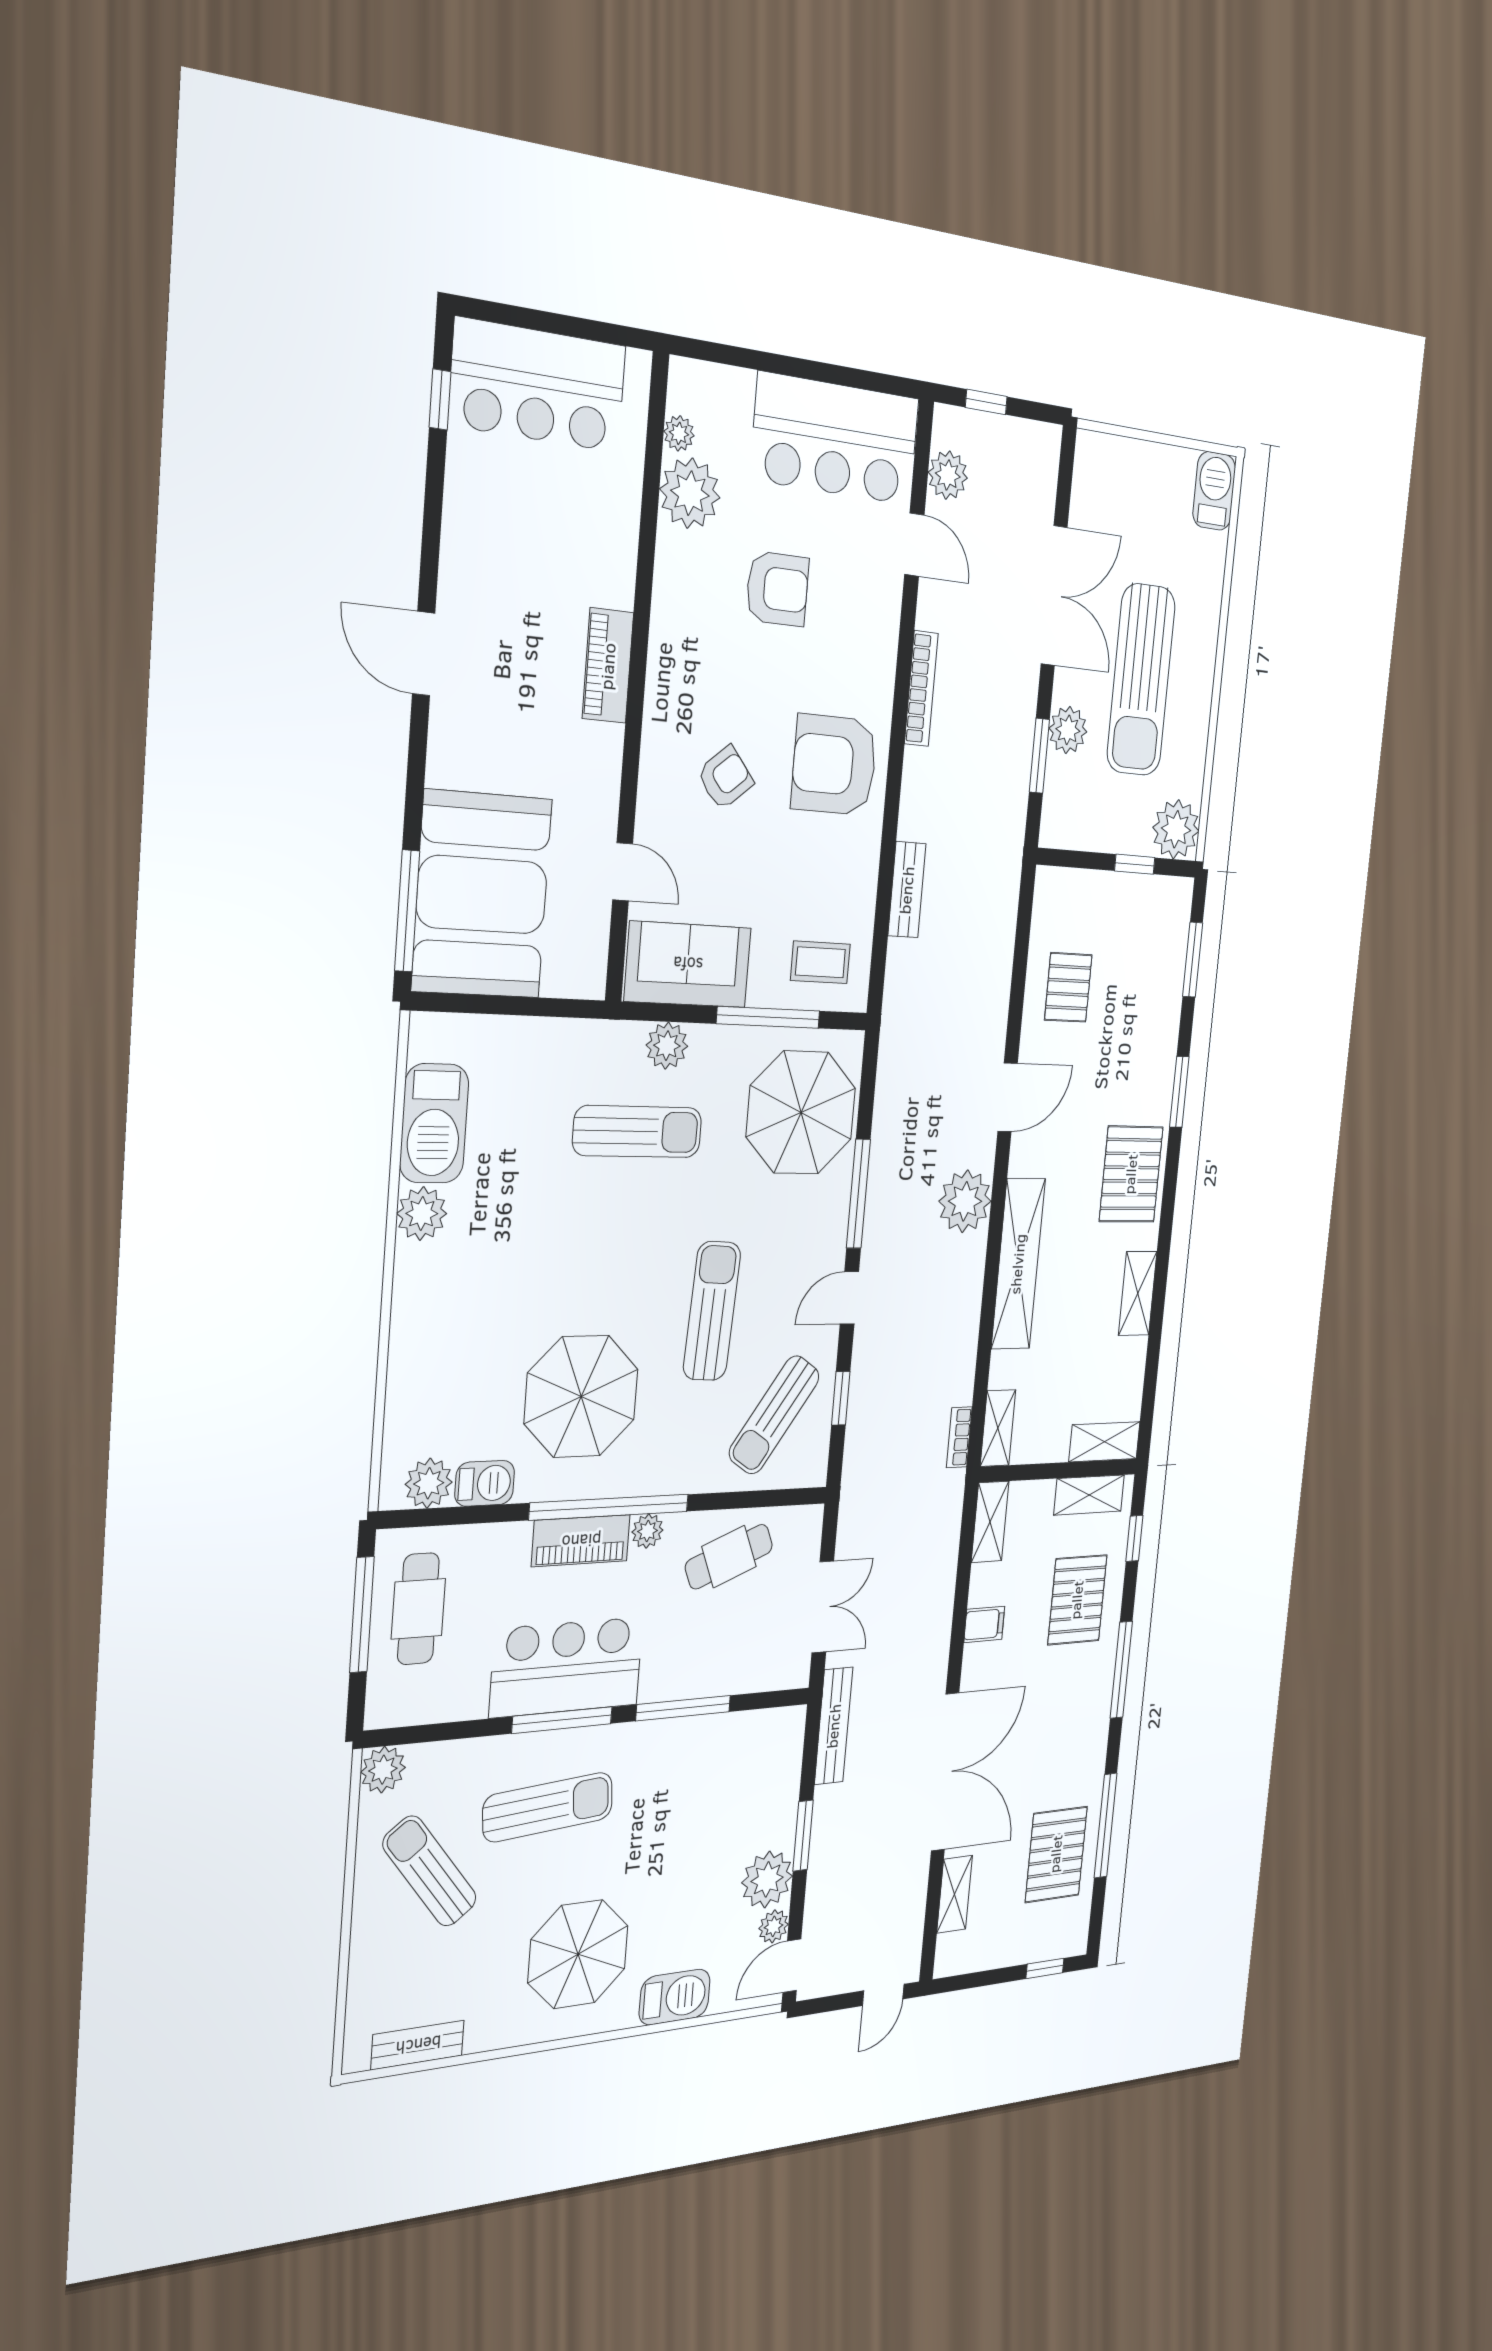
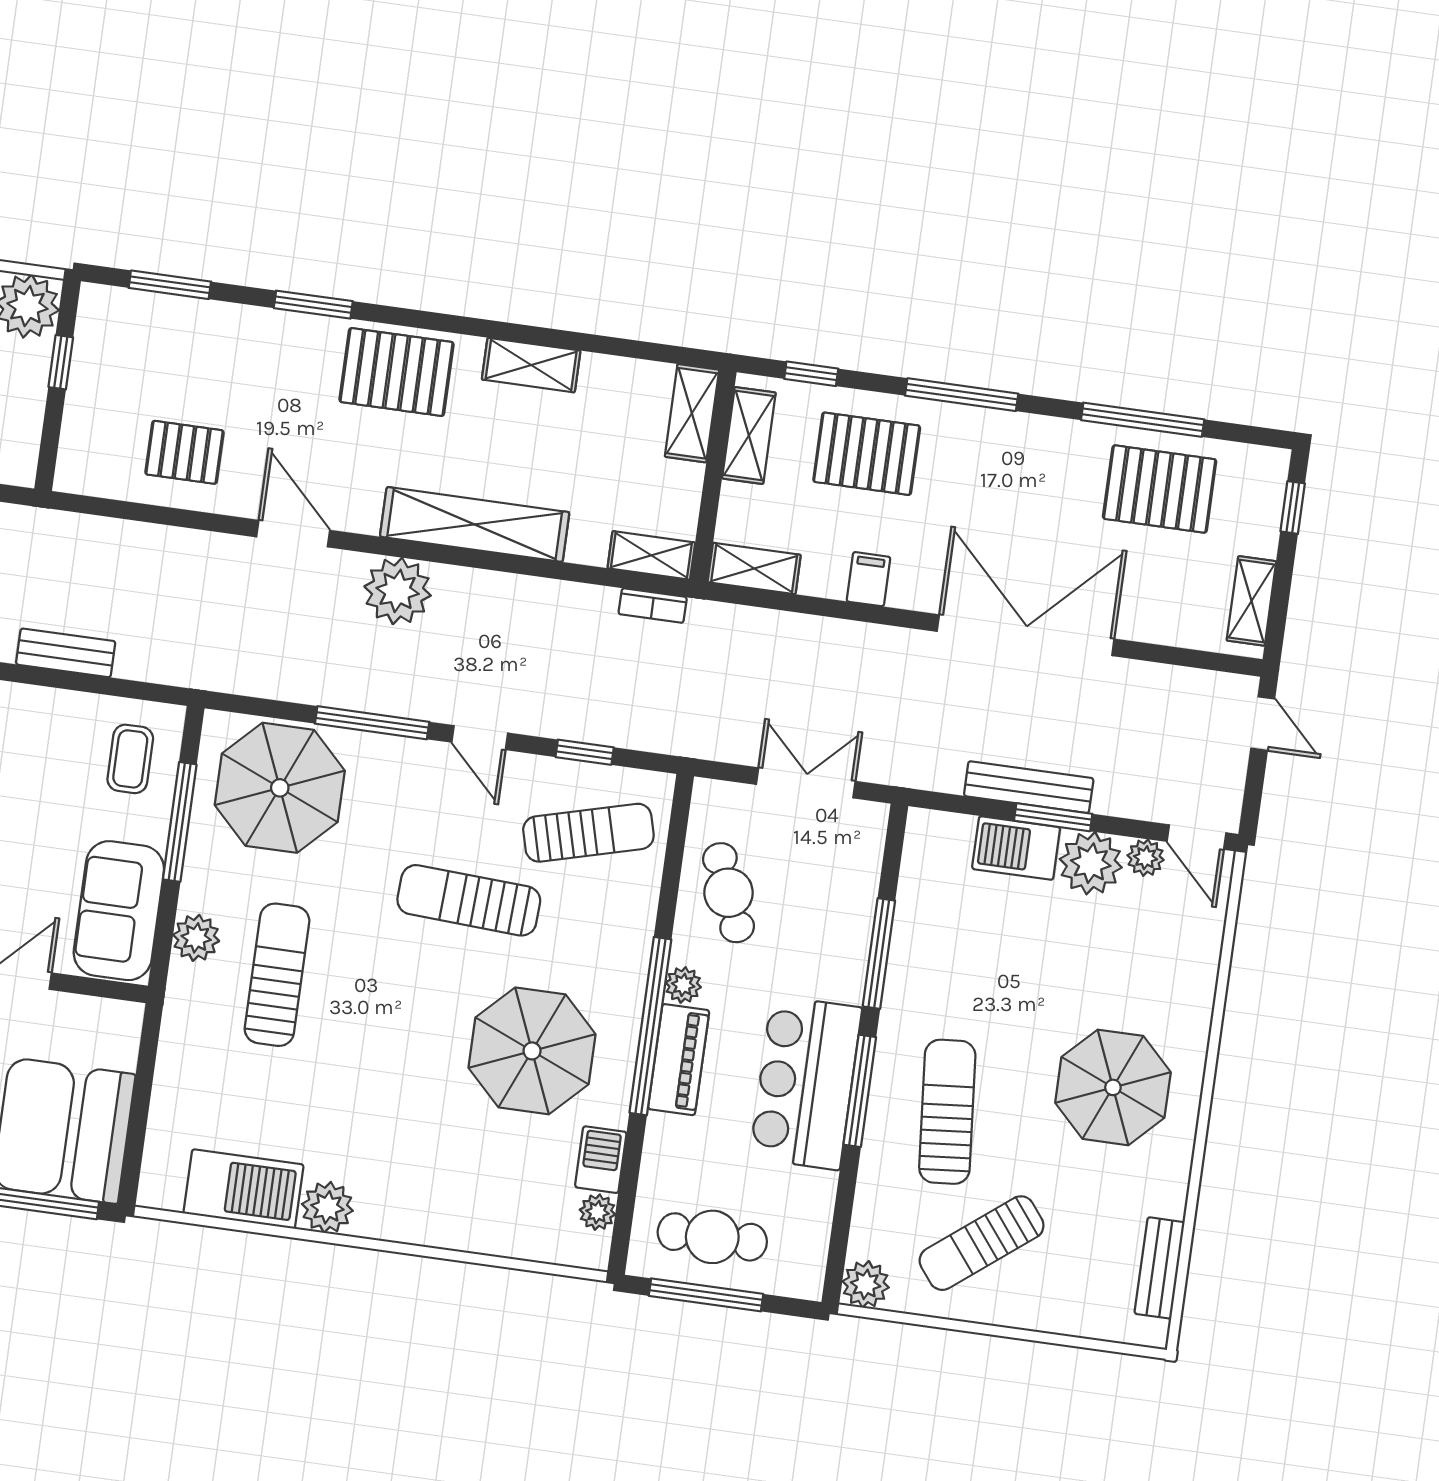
sun lounger: (774, 1415) -> (588, 833), turned -49
plant: (429, 1483) -> (597, 1212), width x0.73, depth x0.73
bench: (834, 1726) -> (1029, 787), moved
shelving: (955, 1894) -> (1251, 601), moved, turned 90
barbecue: (675, 1997) -> (1016, 848), moved, turned -90

